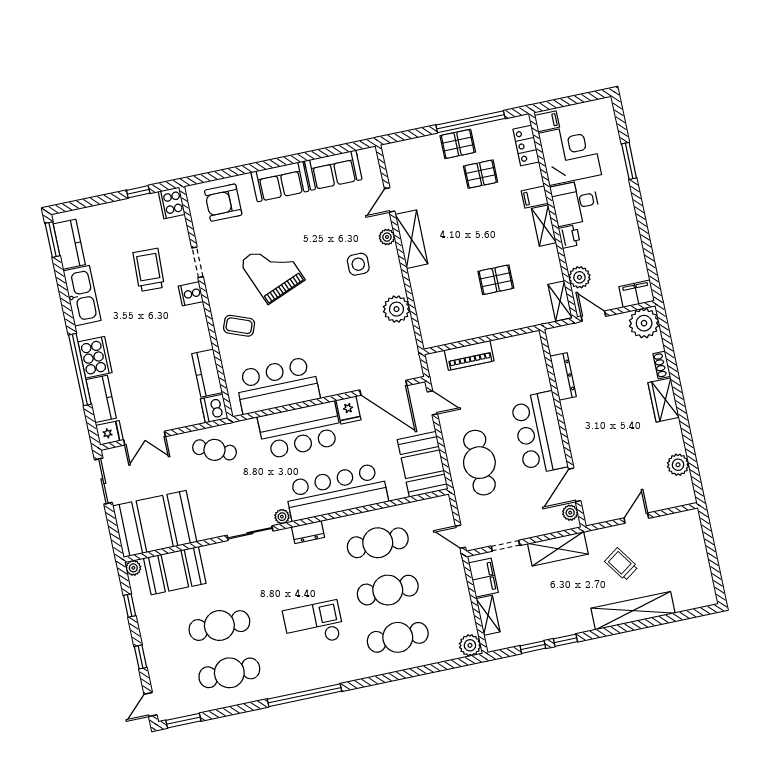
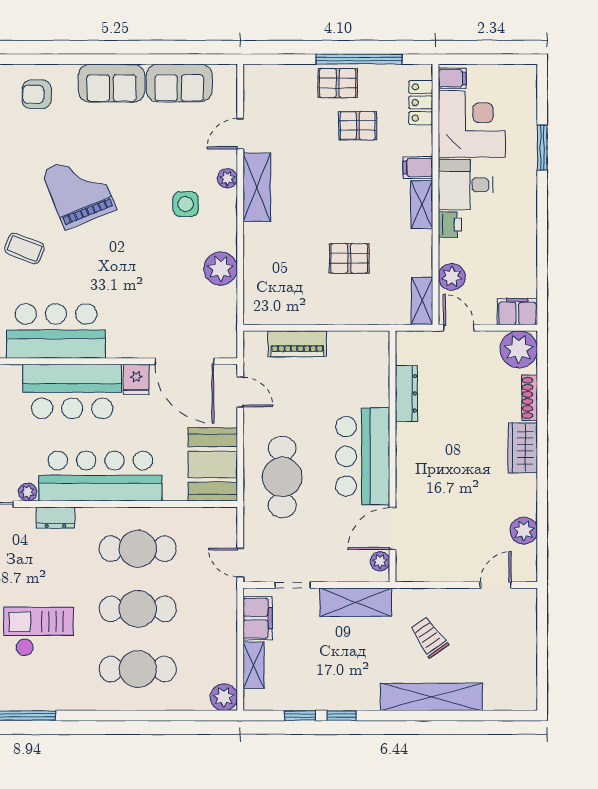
armchair: (223, 203) -> (37, 94), width x0.72, depth x0.72
shoe rack: (662, 365) -> (530, 398), width x1.43
door: (636, 518) -> (496, 585), moved

